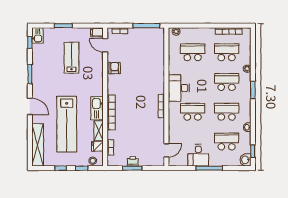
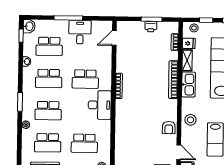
stool: (95, 76) -> (190, 120), added

